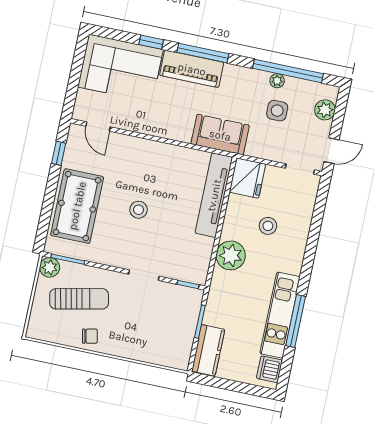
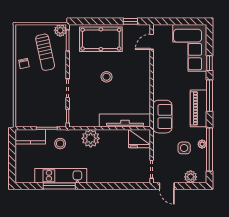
piano: (192, 69) -> (198, 108), moved
stool: (268, 226) -> (60, 144), moved
dishwasher: (269, 369) -> (27, 176), removed

